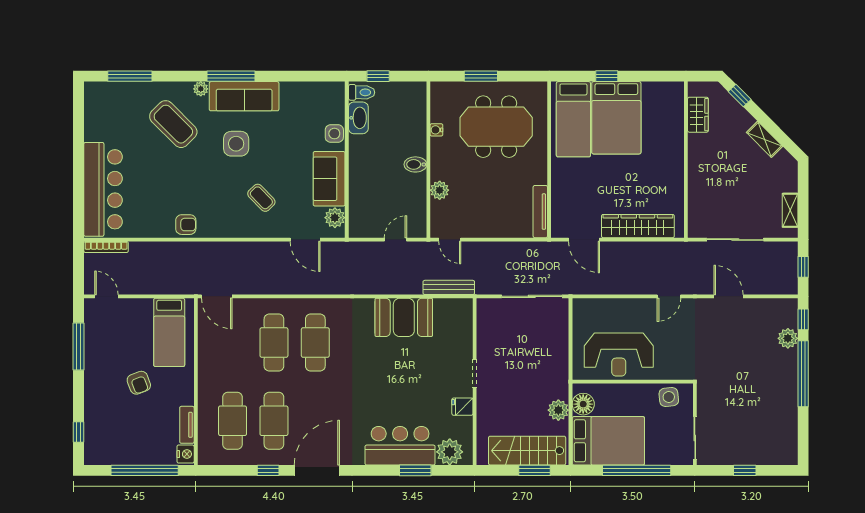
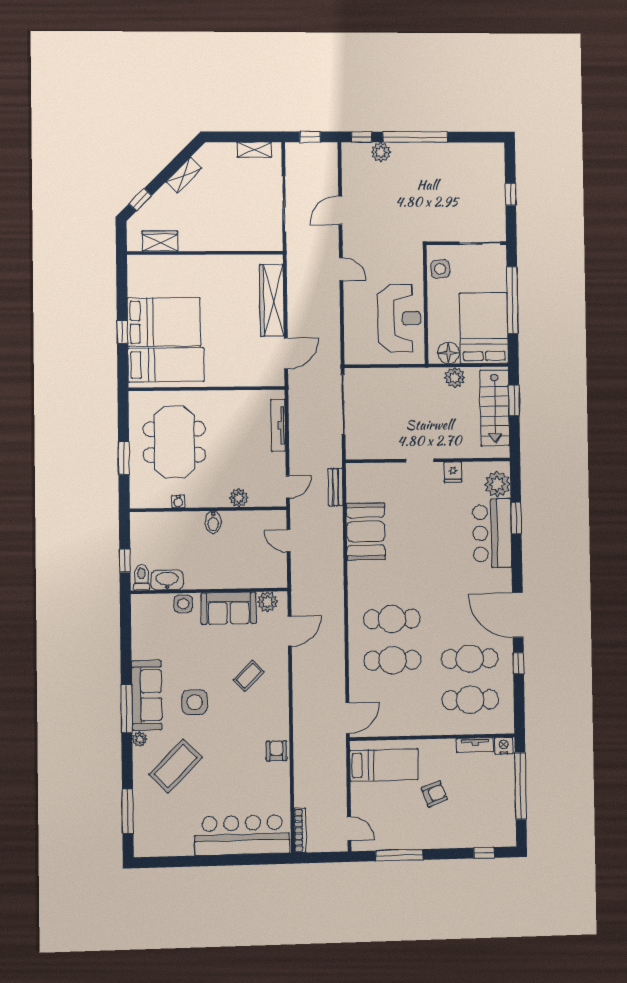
tv unit: (540, 212) -> (278, 425), moved, turned 90
bench: (449, 287) -> (335, 487), width x0.73
door: (106, 296) -> (349, 829), swing flipped

